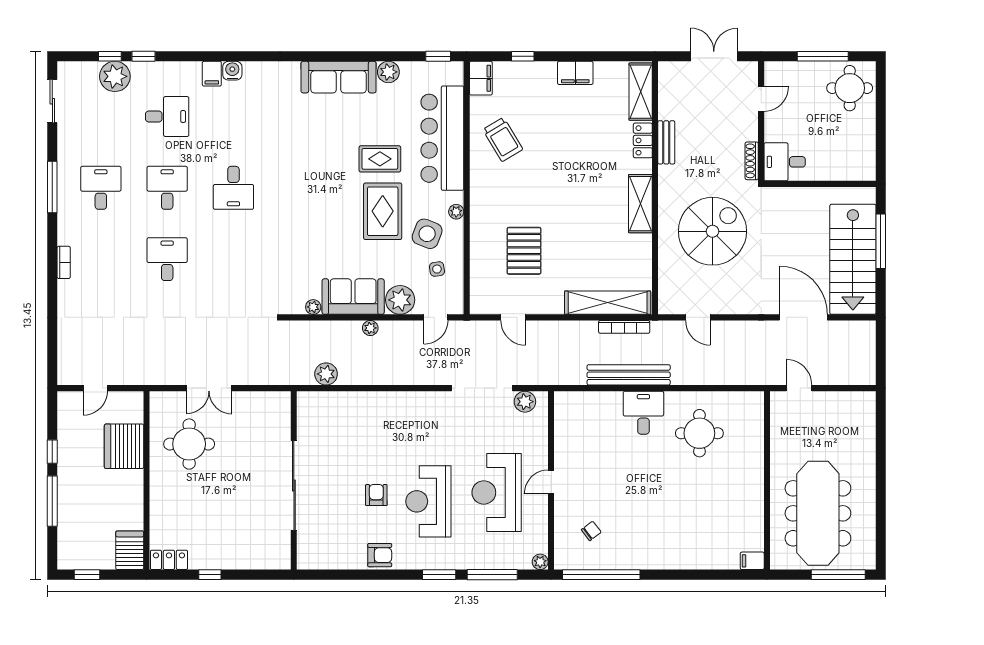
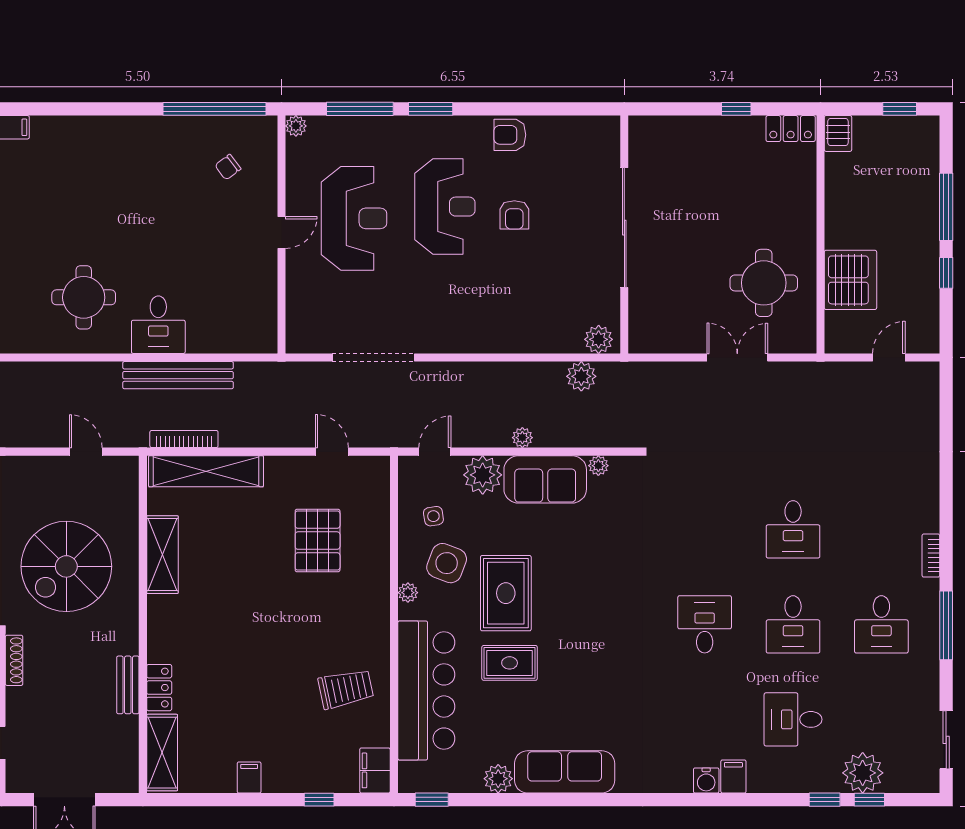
filing cabinet: (575, 73) -> (249, 777), width x0.50
trolley: (503, 139) -> (346, 689), turned 109
shelving: (640, 204) -> (162, 555), moved
bookcase: (64, 262) -> (931, 556), moved
plant: (525, 402) -> (599, 339), moved
server rack: (130, 550) -> (838, 133), width x0.73, depth x0.70

